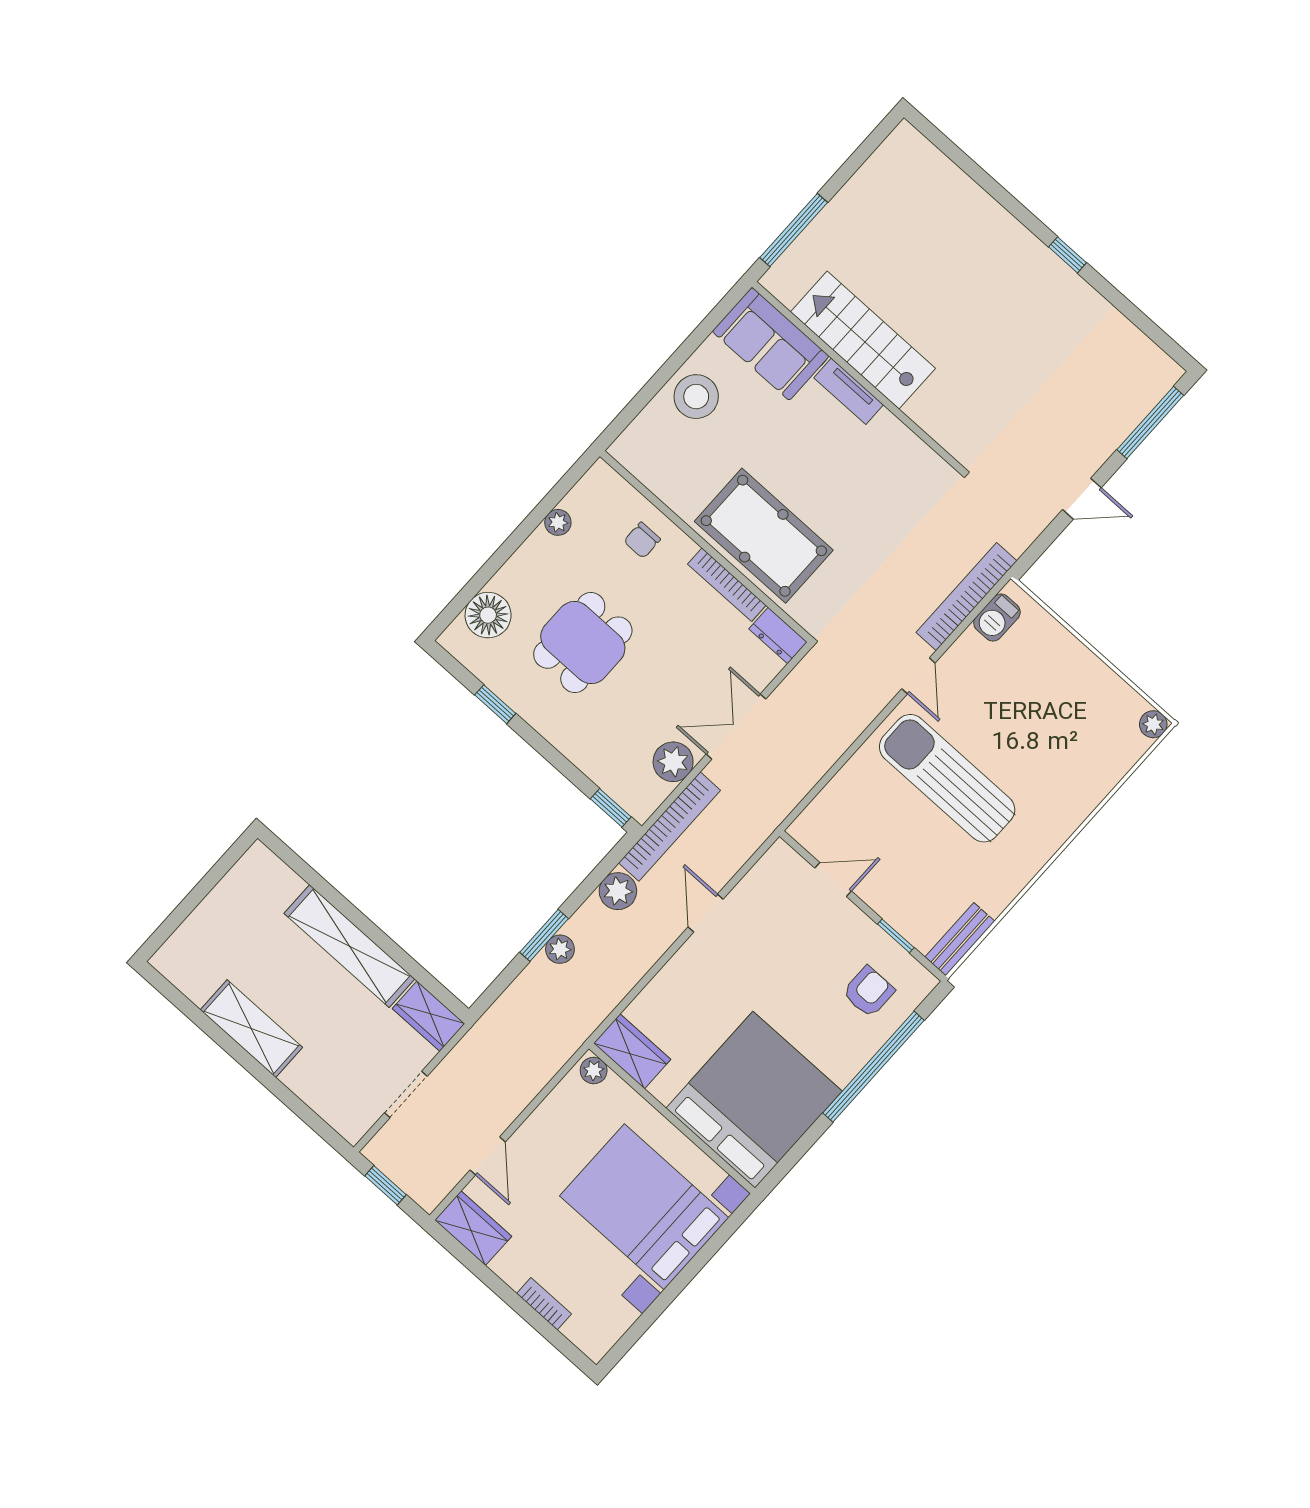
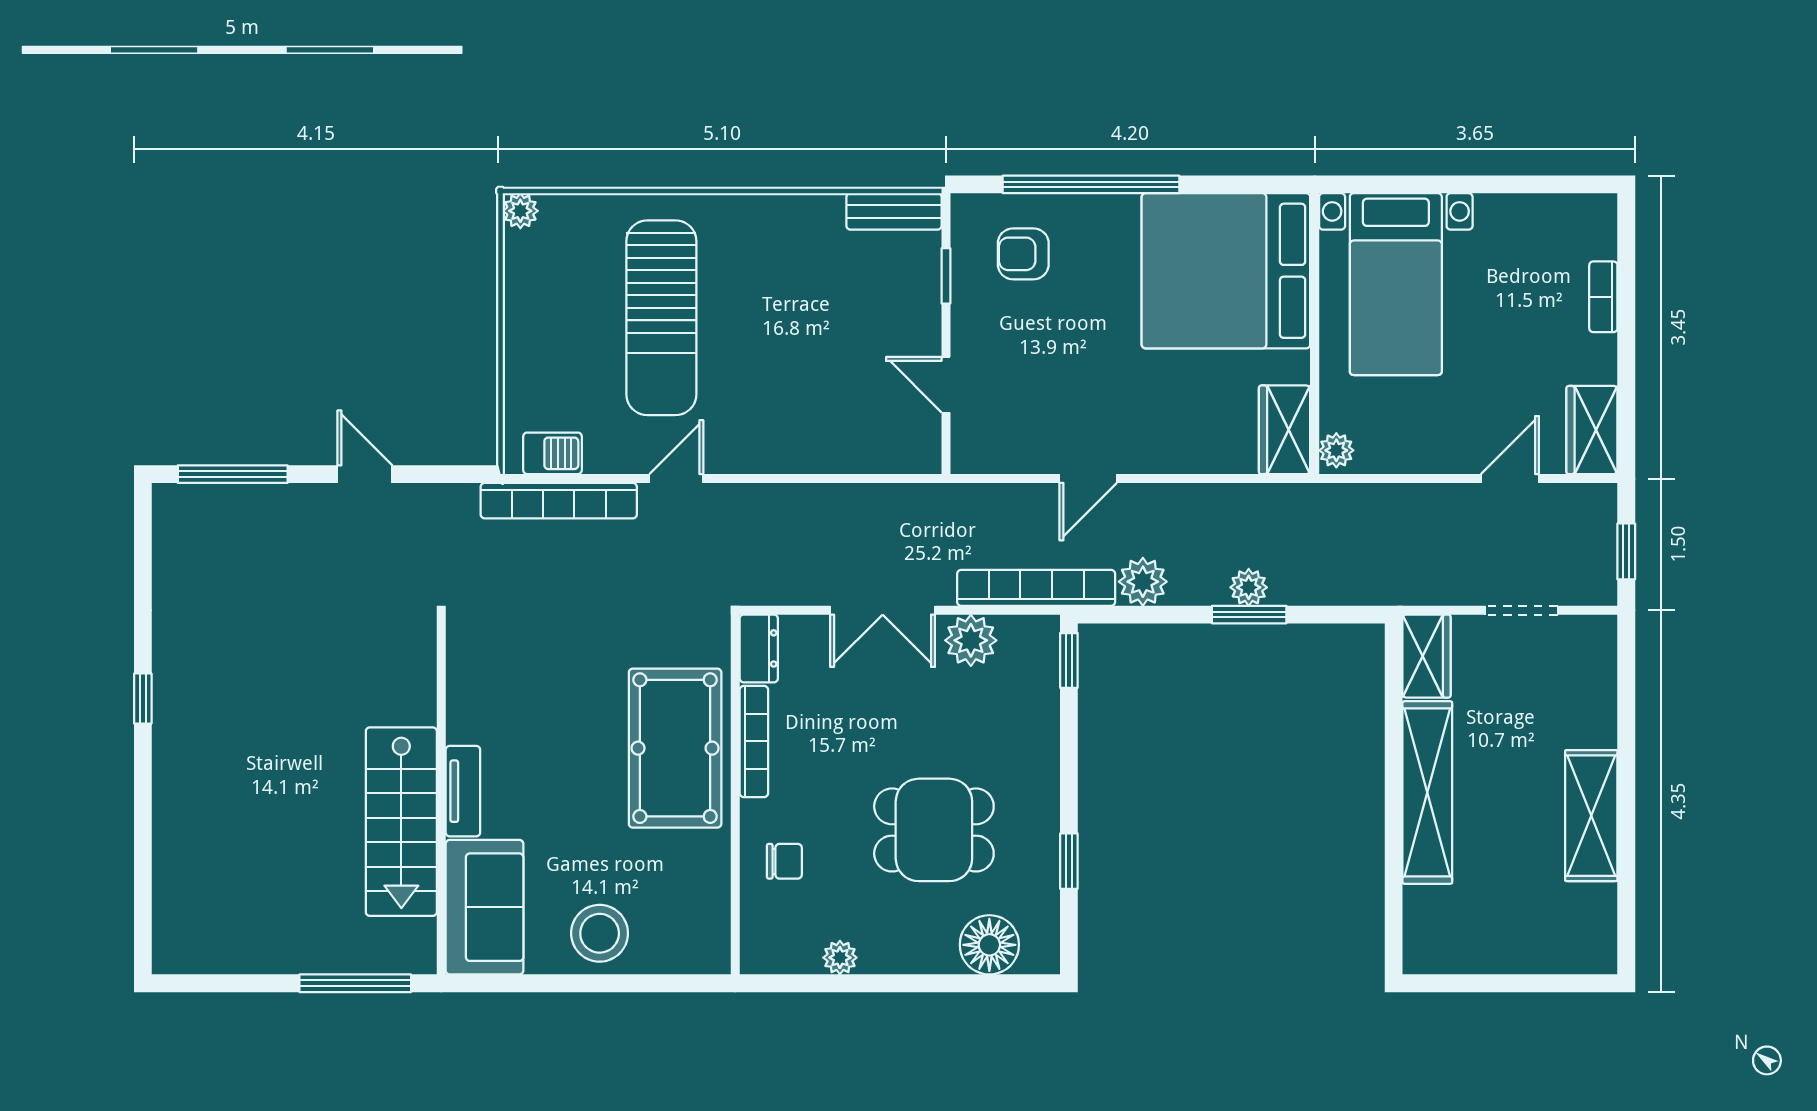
sun lounger: (947, 778) -> (661, 318), moved
bed with nightstands: (644, 1207) -> (1396, 284), width x0.73

